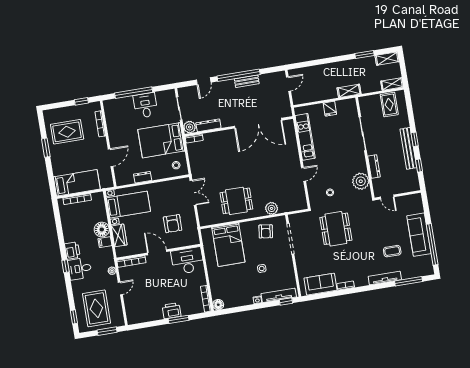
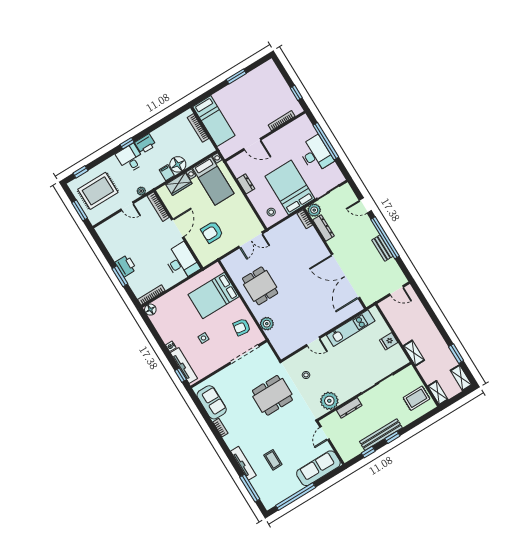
desk: (146, 105) -> (316, 154), width x1.37
rug: (67, 132) -> (260, 91), removed
sofa: (419, 235) -> (318, 468), moved

